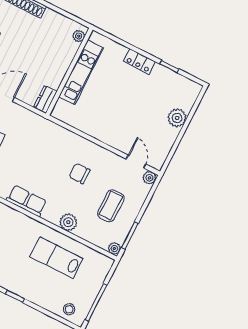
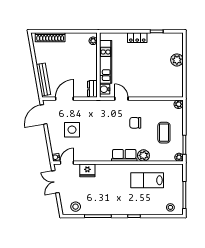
water cooler: (61, 108) -> (105, 89), added
door: (136, 162) -> (121, 99), moved
row of seats: (27, 201) -> (124, 155), moved

